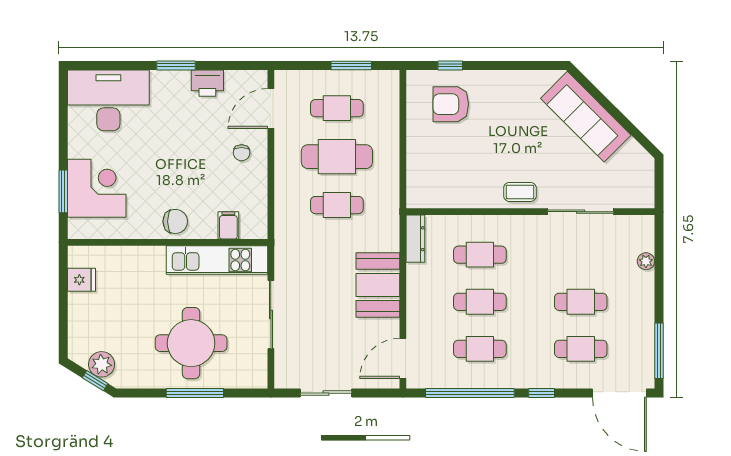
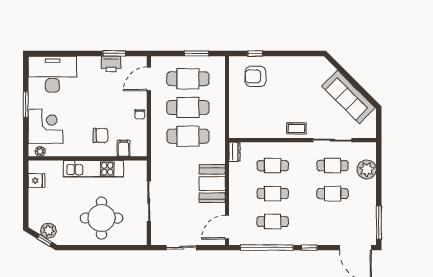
window: (176, 65) -> (114, 53), moved
cafe table: (337, 108) -> (188, 79), width x1.37, depth x1.35
sofa: (586, 117) -> (348, 97), moved
chair: (242, 153) -> (140, 114), moved
window: (63, 191) -> (26, 104), moved
cafe table: (337, 205) -> (188, 136), width x1.37, depth x1.35
chair: (175, 221) -> (101, 135), moved
plant: (88, 231) -> (40, 151), added
dresser: (415, 239) -> (234, 152), width x0.70
kitchen unit: (217, 260) -> (93, 169), moved
plant: (646, 261) -> (367, 170), width x1.88, depth x1.88
cafe table: (581, 349) -> (333, 166), moved
window: (195, 393) -> (104, 248), removed

